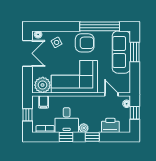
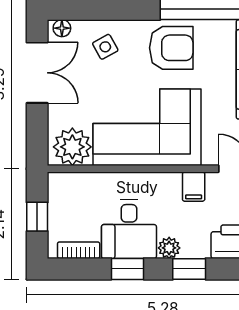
filing cabinet: (44, 102) -> (194, 187), moved

